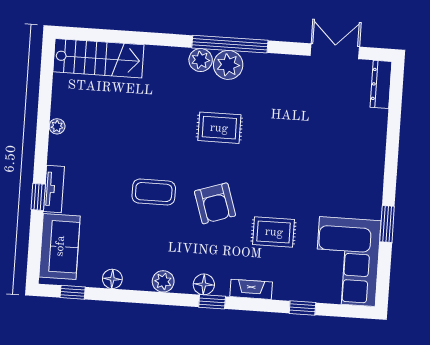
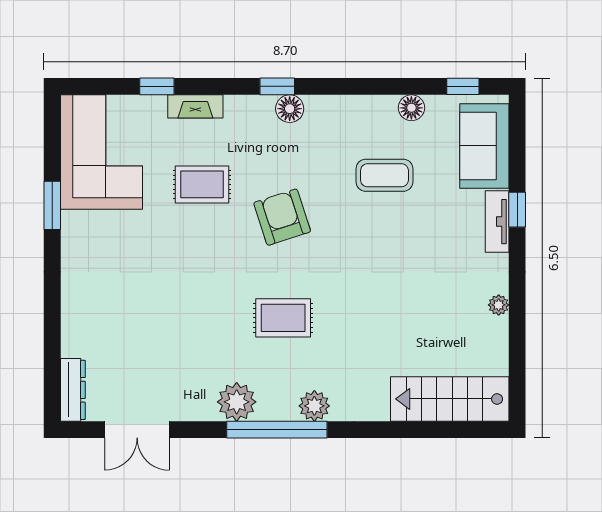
plant: (228, 65) -> (237, 402), moved
coffee table: (154, 192) -> (384, 175), moved
plant: (163, 281) -> (344, 109), removed
fireplace: (251, 289) -> (195, 106), moved

